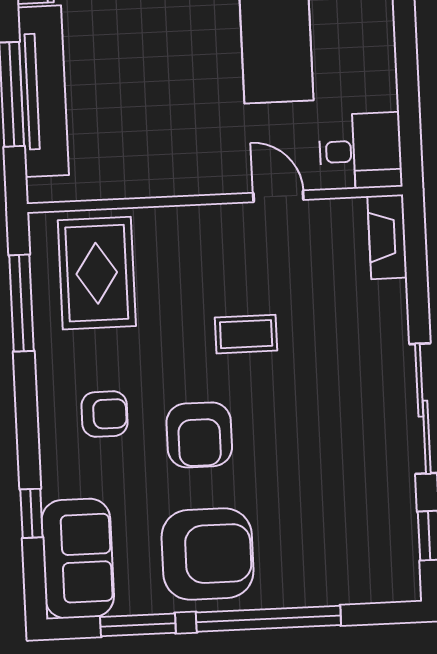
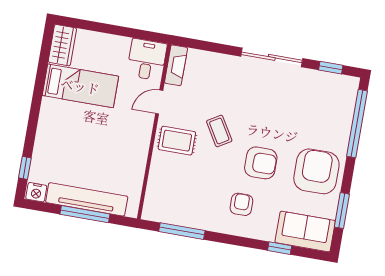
fireplace: (387, 237) -> (176, 65), moved, turned -90
rug: (97, 273) -> (177, 141), moved, width x0.73, depth x0.70
coffee table: (246, 334) -> (219, 131), turned -31
window: (268, 619) -> (357, 124), moved

